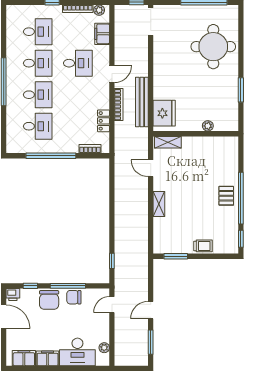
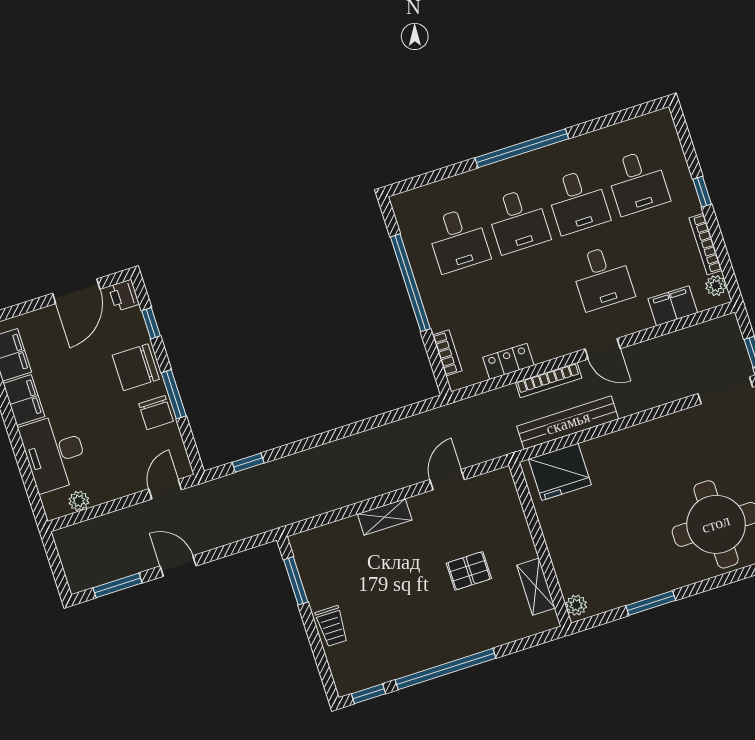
plant: (208, 126) -> (576, 605), moved
shelving: (168, 142) -> (536, 587), moved
pallet: (226, 196) -> (469, 571), moved
window: (68, 286) -> (174, 394), width x0.69
chair: (74, 297) -> (156, 413), turned 180
door: (112, 305) -> (165, 489), hinge flipped

